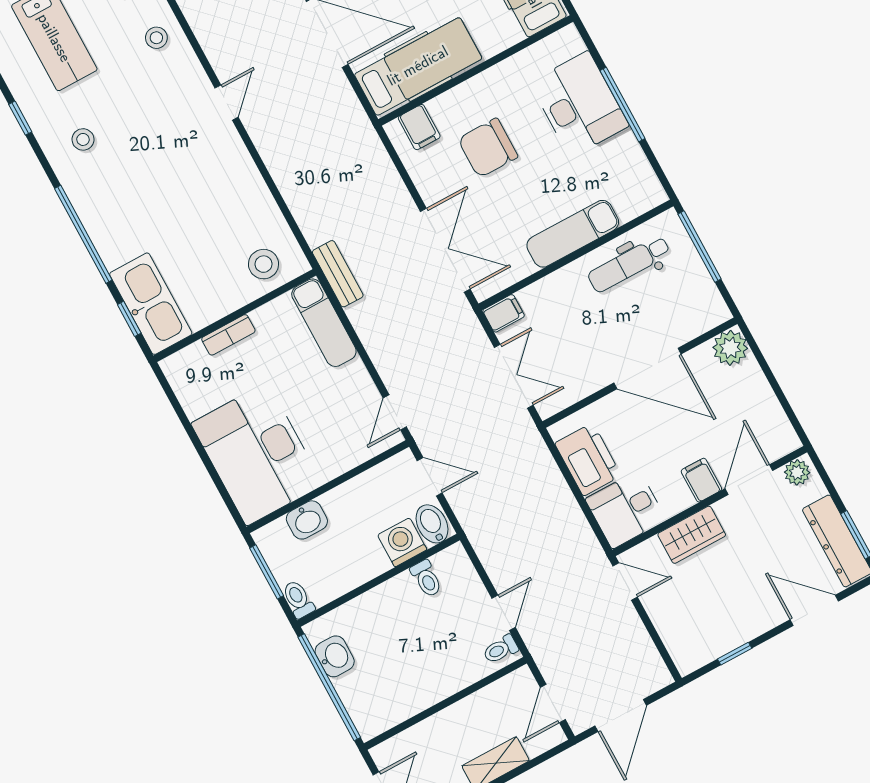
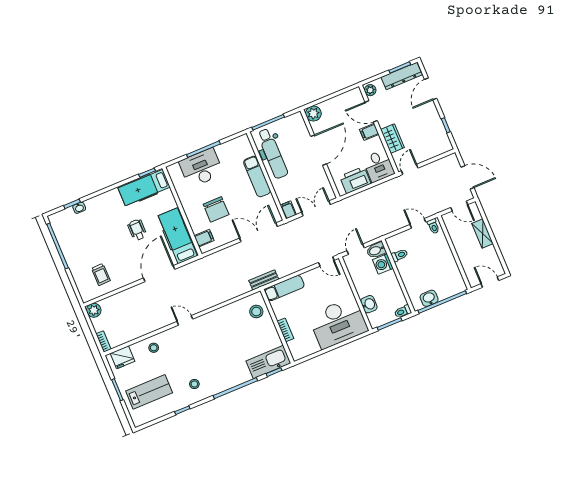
dental chair: (629, 264) -> (273, 154), width x1.36, depth x1.38

